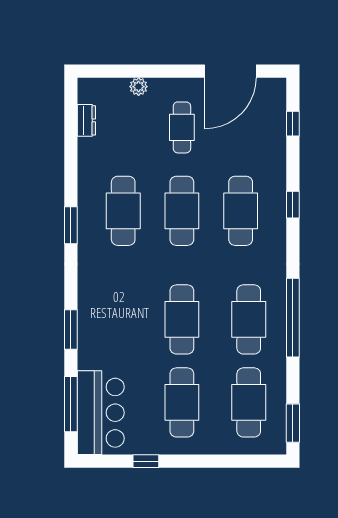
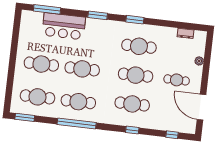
window: (71, 330) -> (98, 15), moved
bar counter: (101, 413) -> (64, 26), moved
window: (146, 461) -> (15, 43), removed

